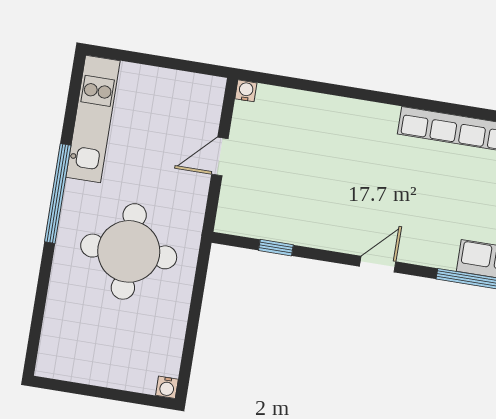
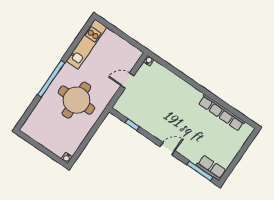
window: (58, 194) -> (51, 79), moved

